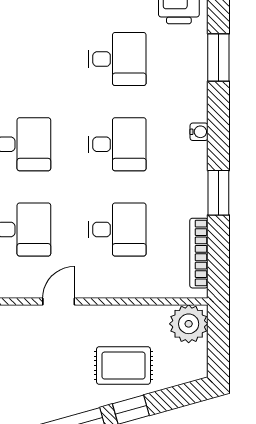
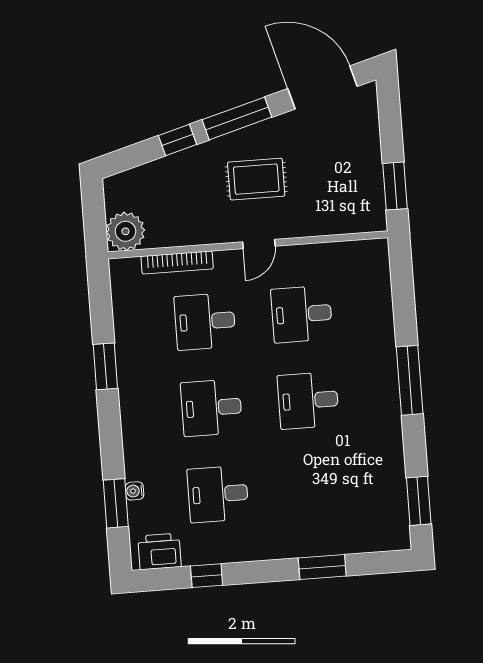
water cooler: (199, 132) -> (134, 491), moved
bookcase: (199, 253) -> (177, 263), moved, turned 90
rug: (123, 366) -> (256, 179), moved

